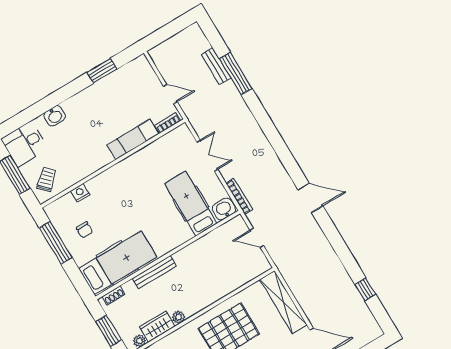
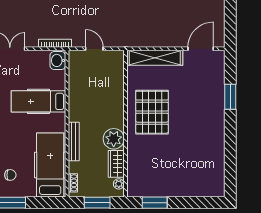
hospital bed: (191, 204) -> (39, 101), moved
door: (257, 238) -> (94, 49), swing flipped
plant: (178, 317) -> (114, 139), width x1.88, depth x1.88

